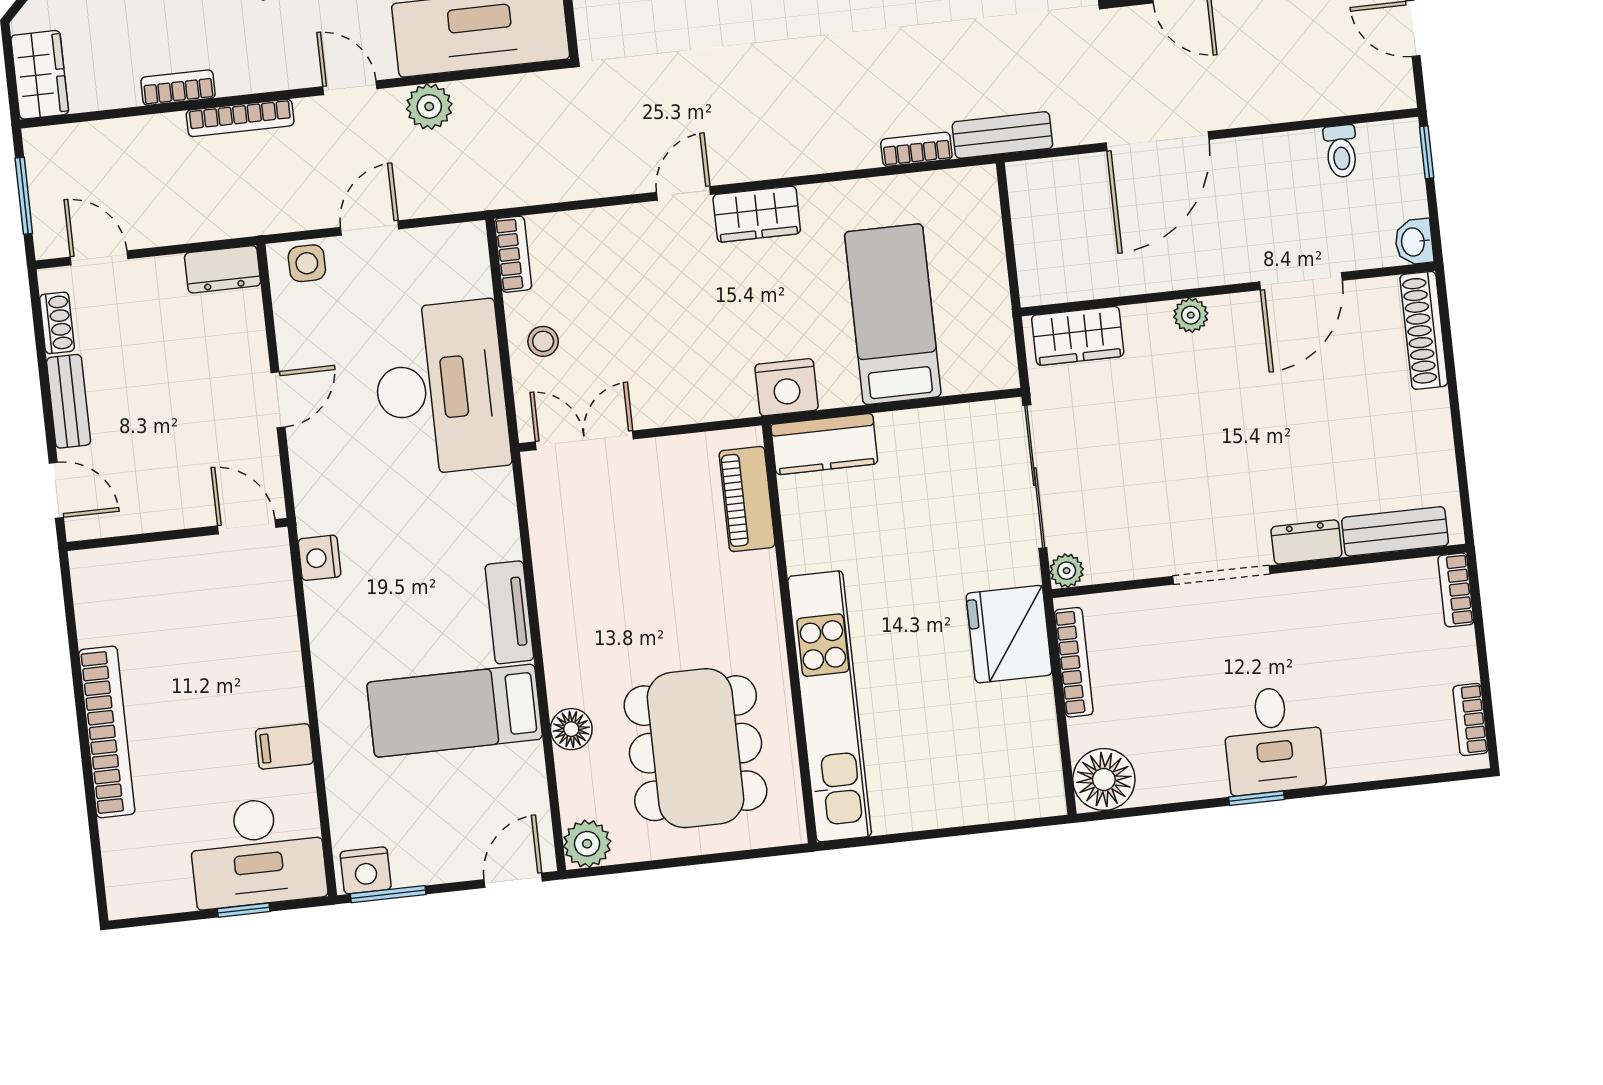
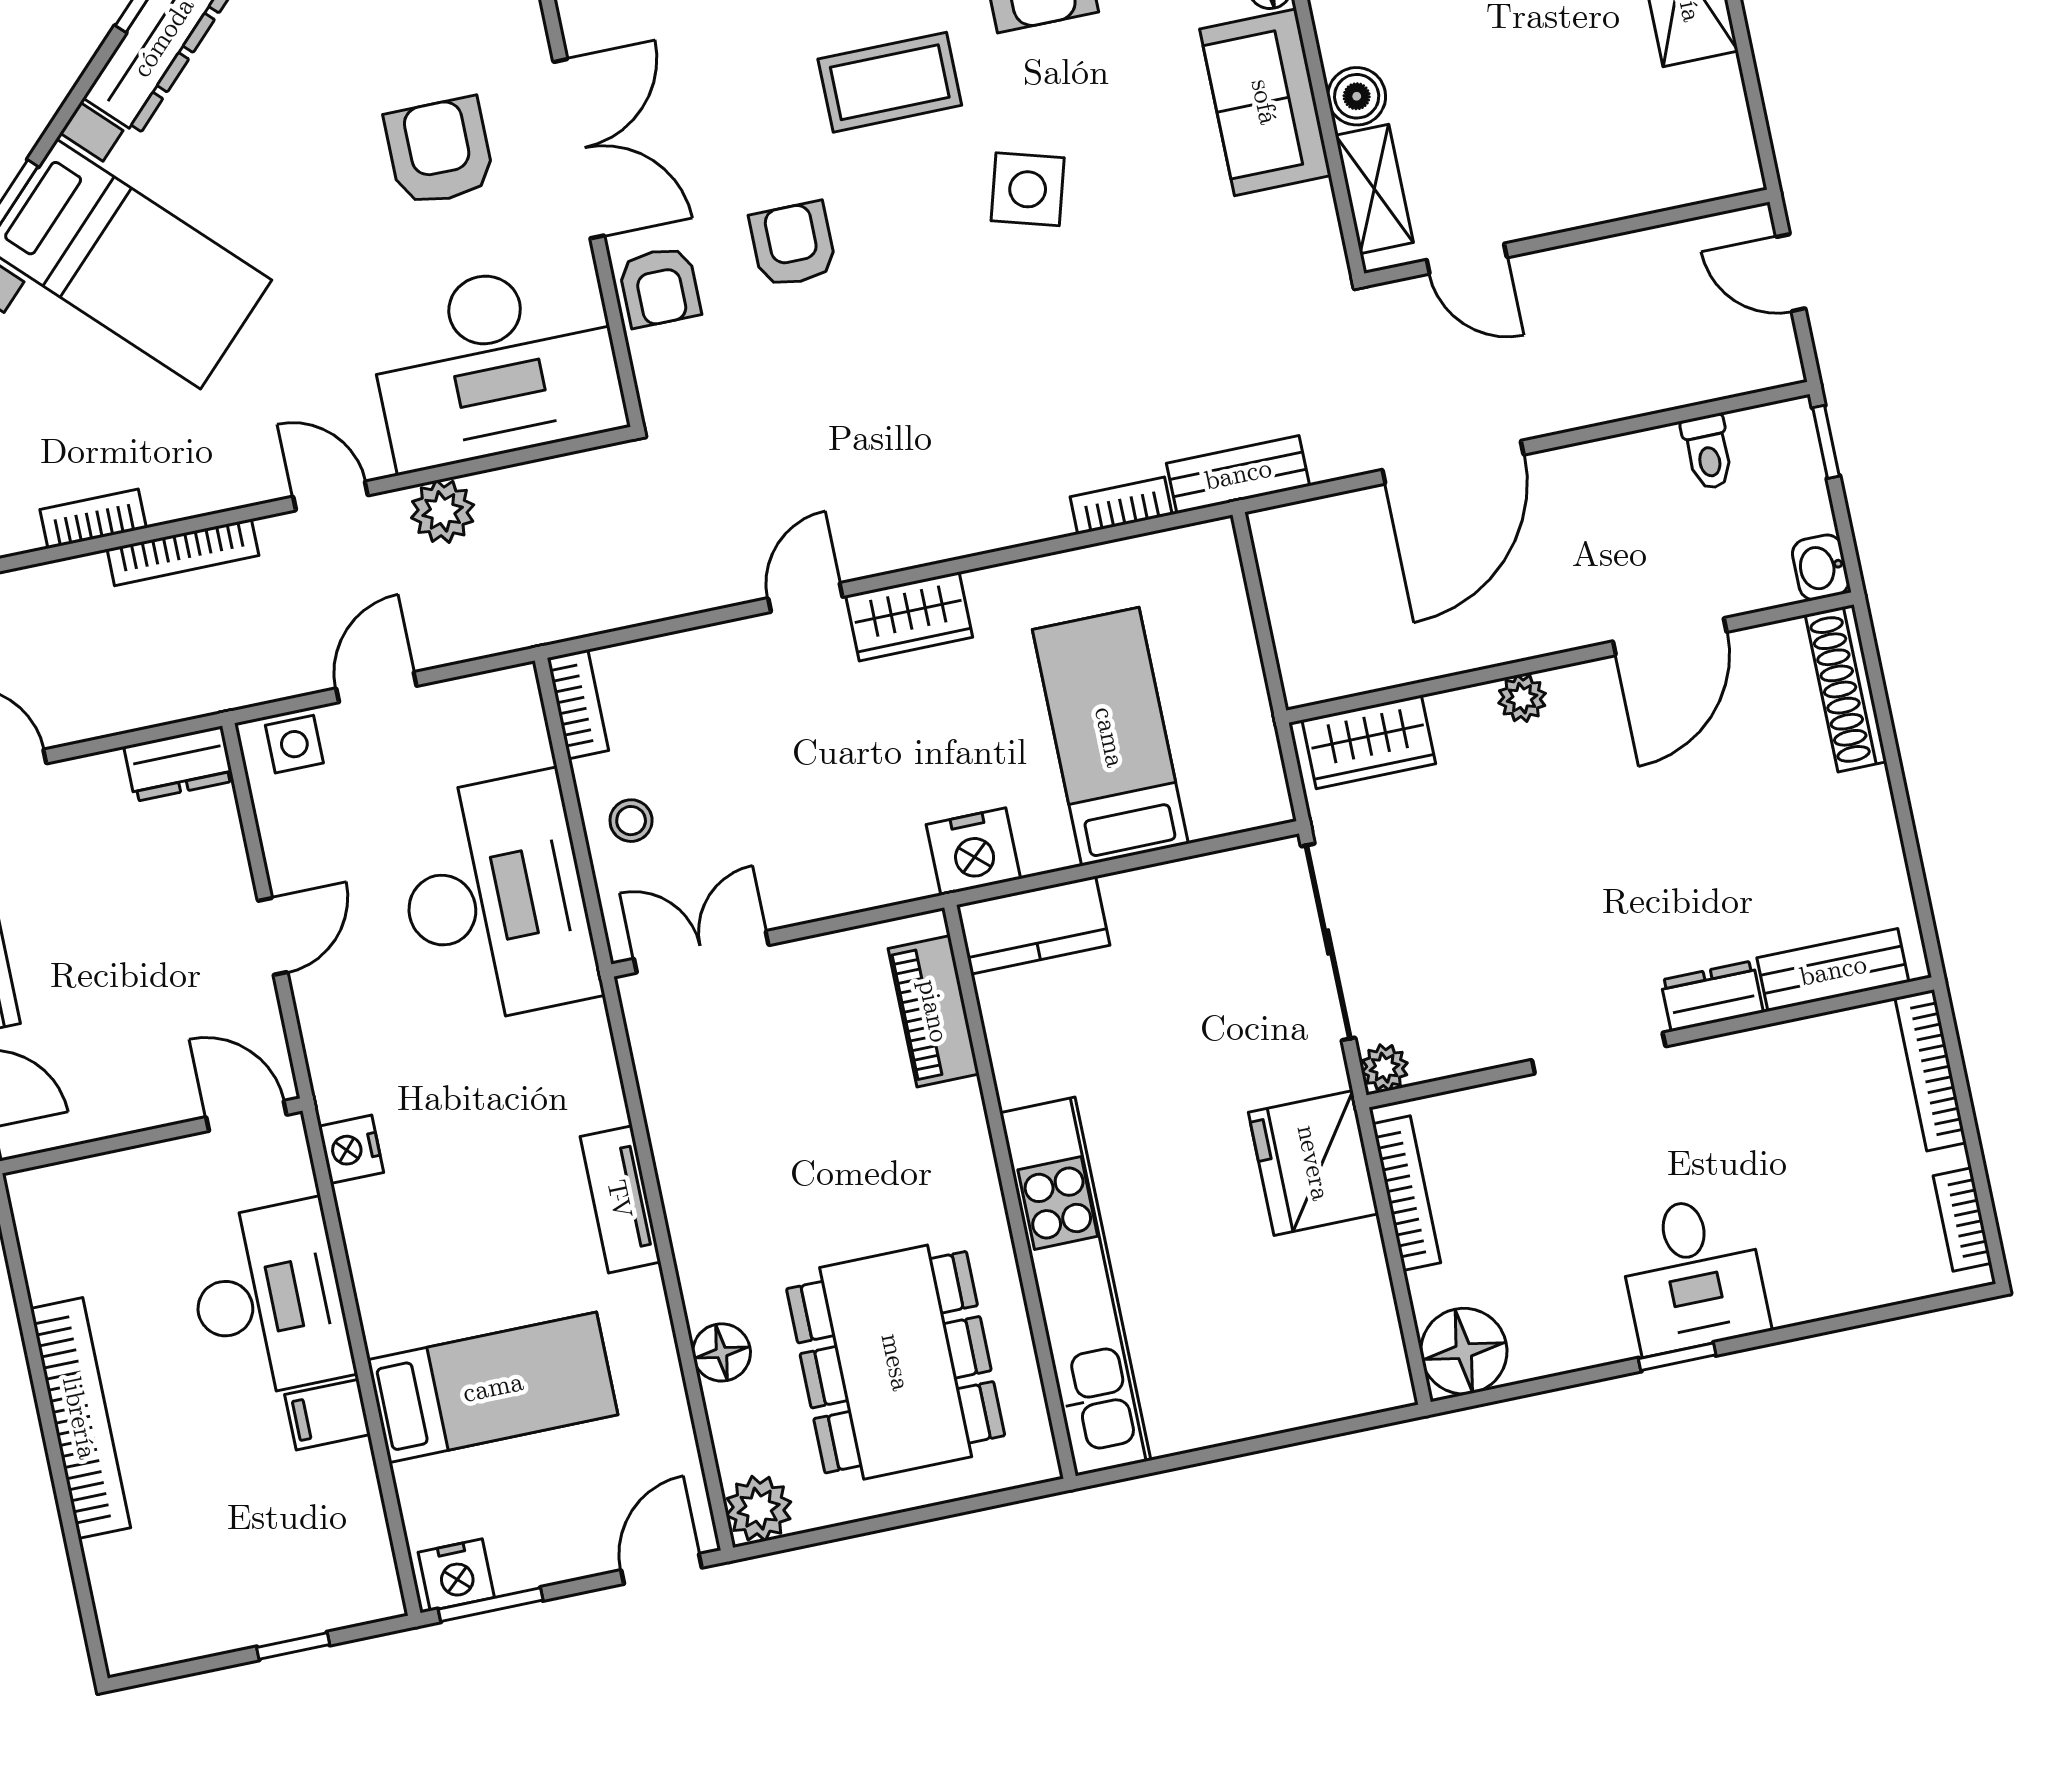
bookcase: (1456, 590) -> (1931, 1070), width x1.56
bed: (455, 711) -> (493, 1387), moved, turned 180
desk: (257, 852) -> (269, 1300), moved, turned -90

